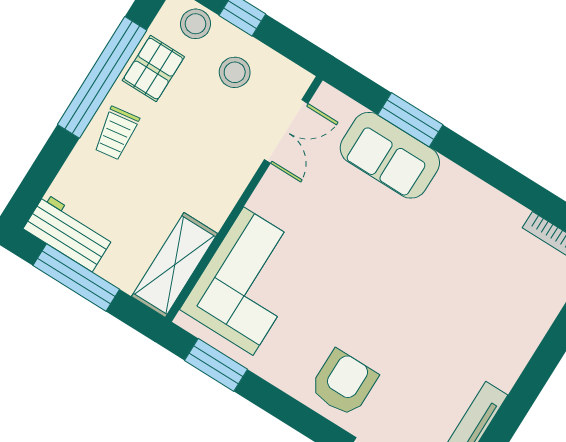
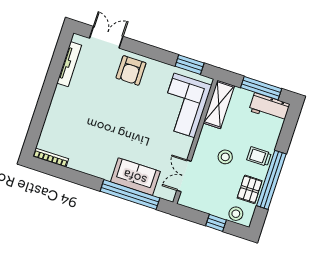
stool: (235, 72) -> (225, 157), moved
window: (410, 120) -> (130, 195), width x2.11
trolley: (116, 133) -> (259, 157), turned -82

